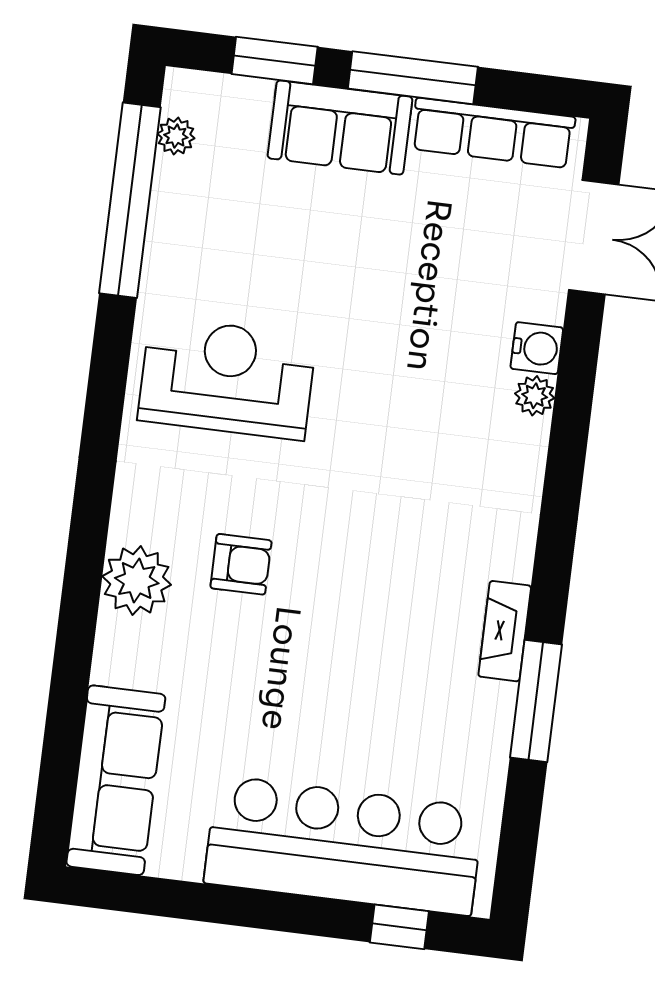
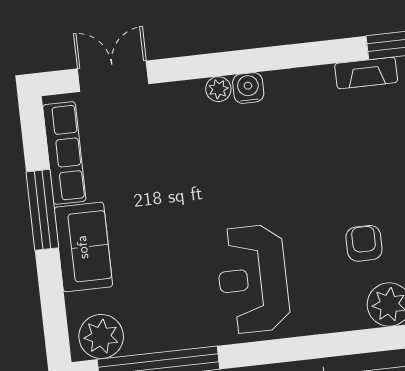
window: (275, 60) -> (52, 297), removed
plant: (176, 136) -> (101, 336), width x1.88, depth x1.88
water cooler: (537, 348) -> (248, 88), moved

